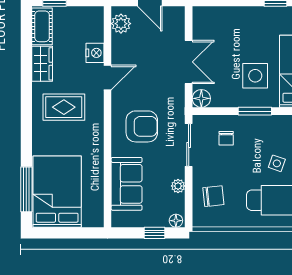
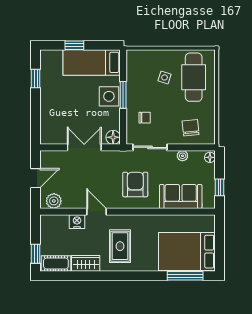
side table: (255, 76) -> (109, 96), moved
window: (154, 233) -> (220, 187), moved

